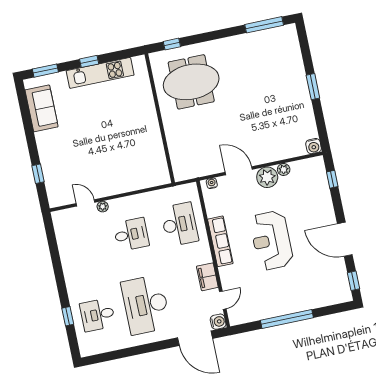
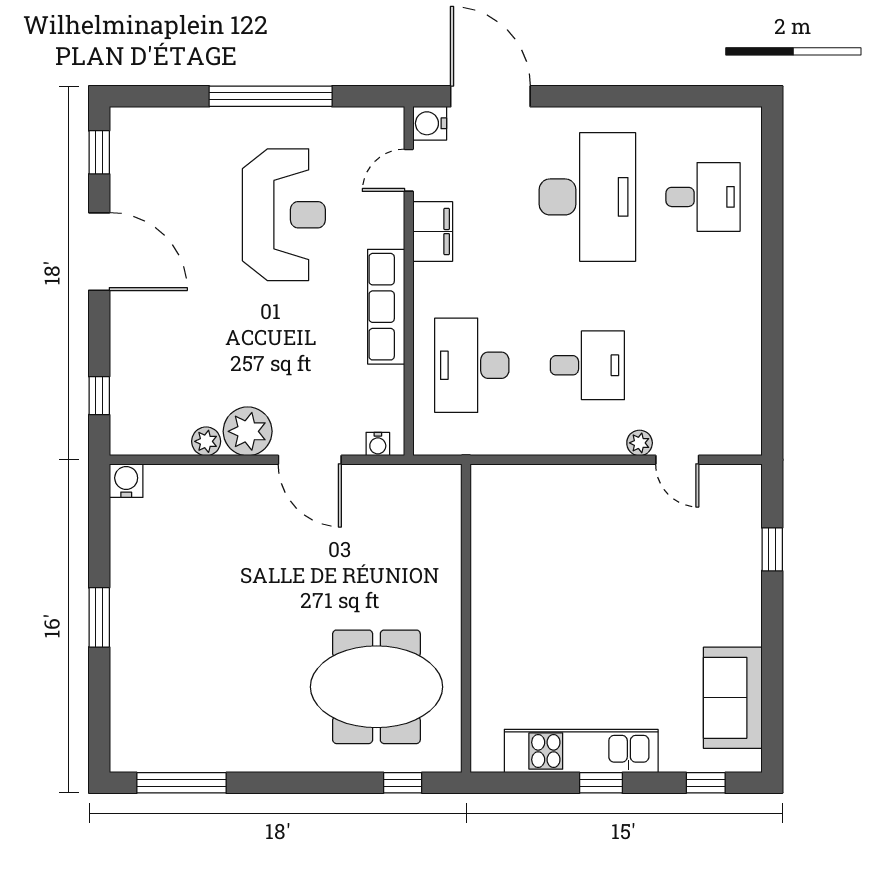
window: (45, 71) -> (706, 783), width x0.67
desk: (131, 234) -> (587, 365), turned 180
reception desk: (271, 240) -> (284, 215), moved
window: (68, 316) -> (772, 208), removed

